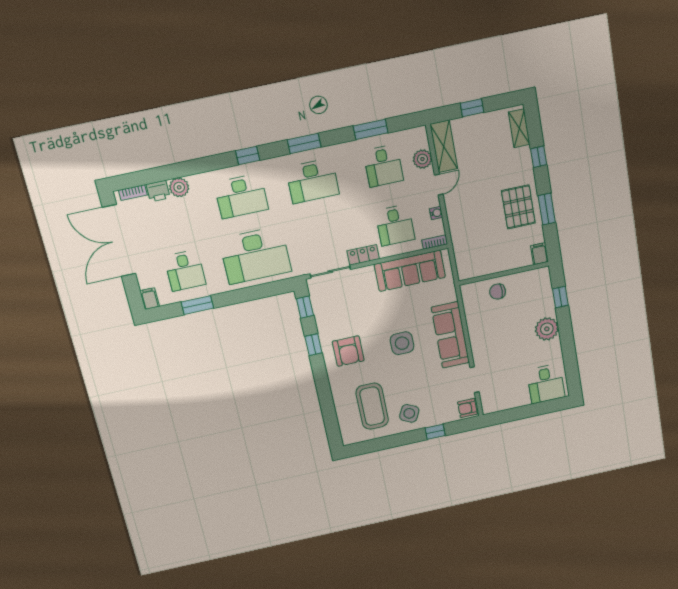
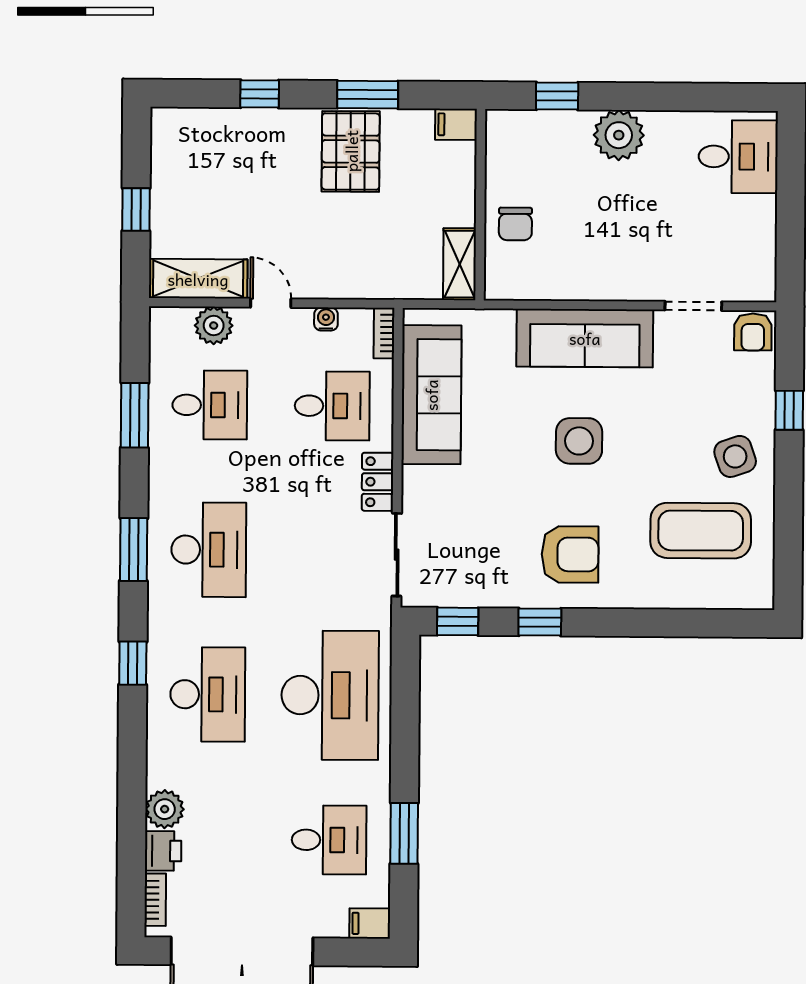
shelving: (519, 128) -> (460, 264), moved, turned 90
pallet: (518, 207) -> (351, 151), turned 90
side table: (409, 413) -> (735, 456), turned 45

